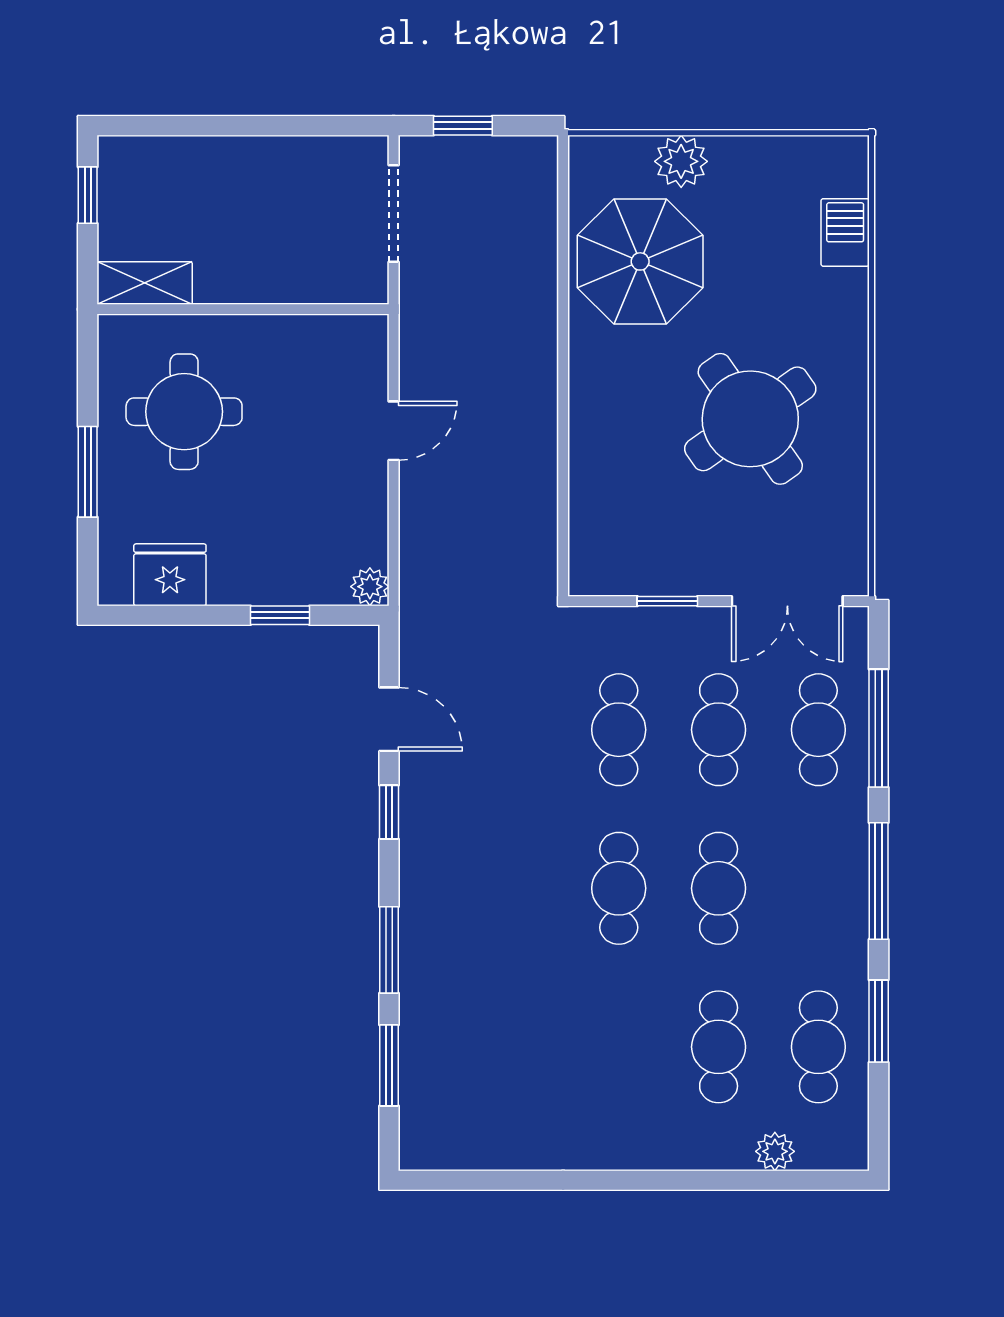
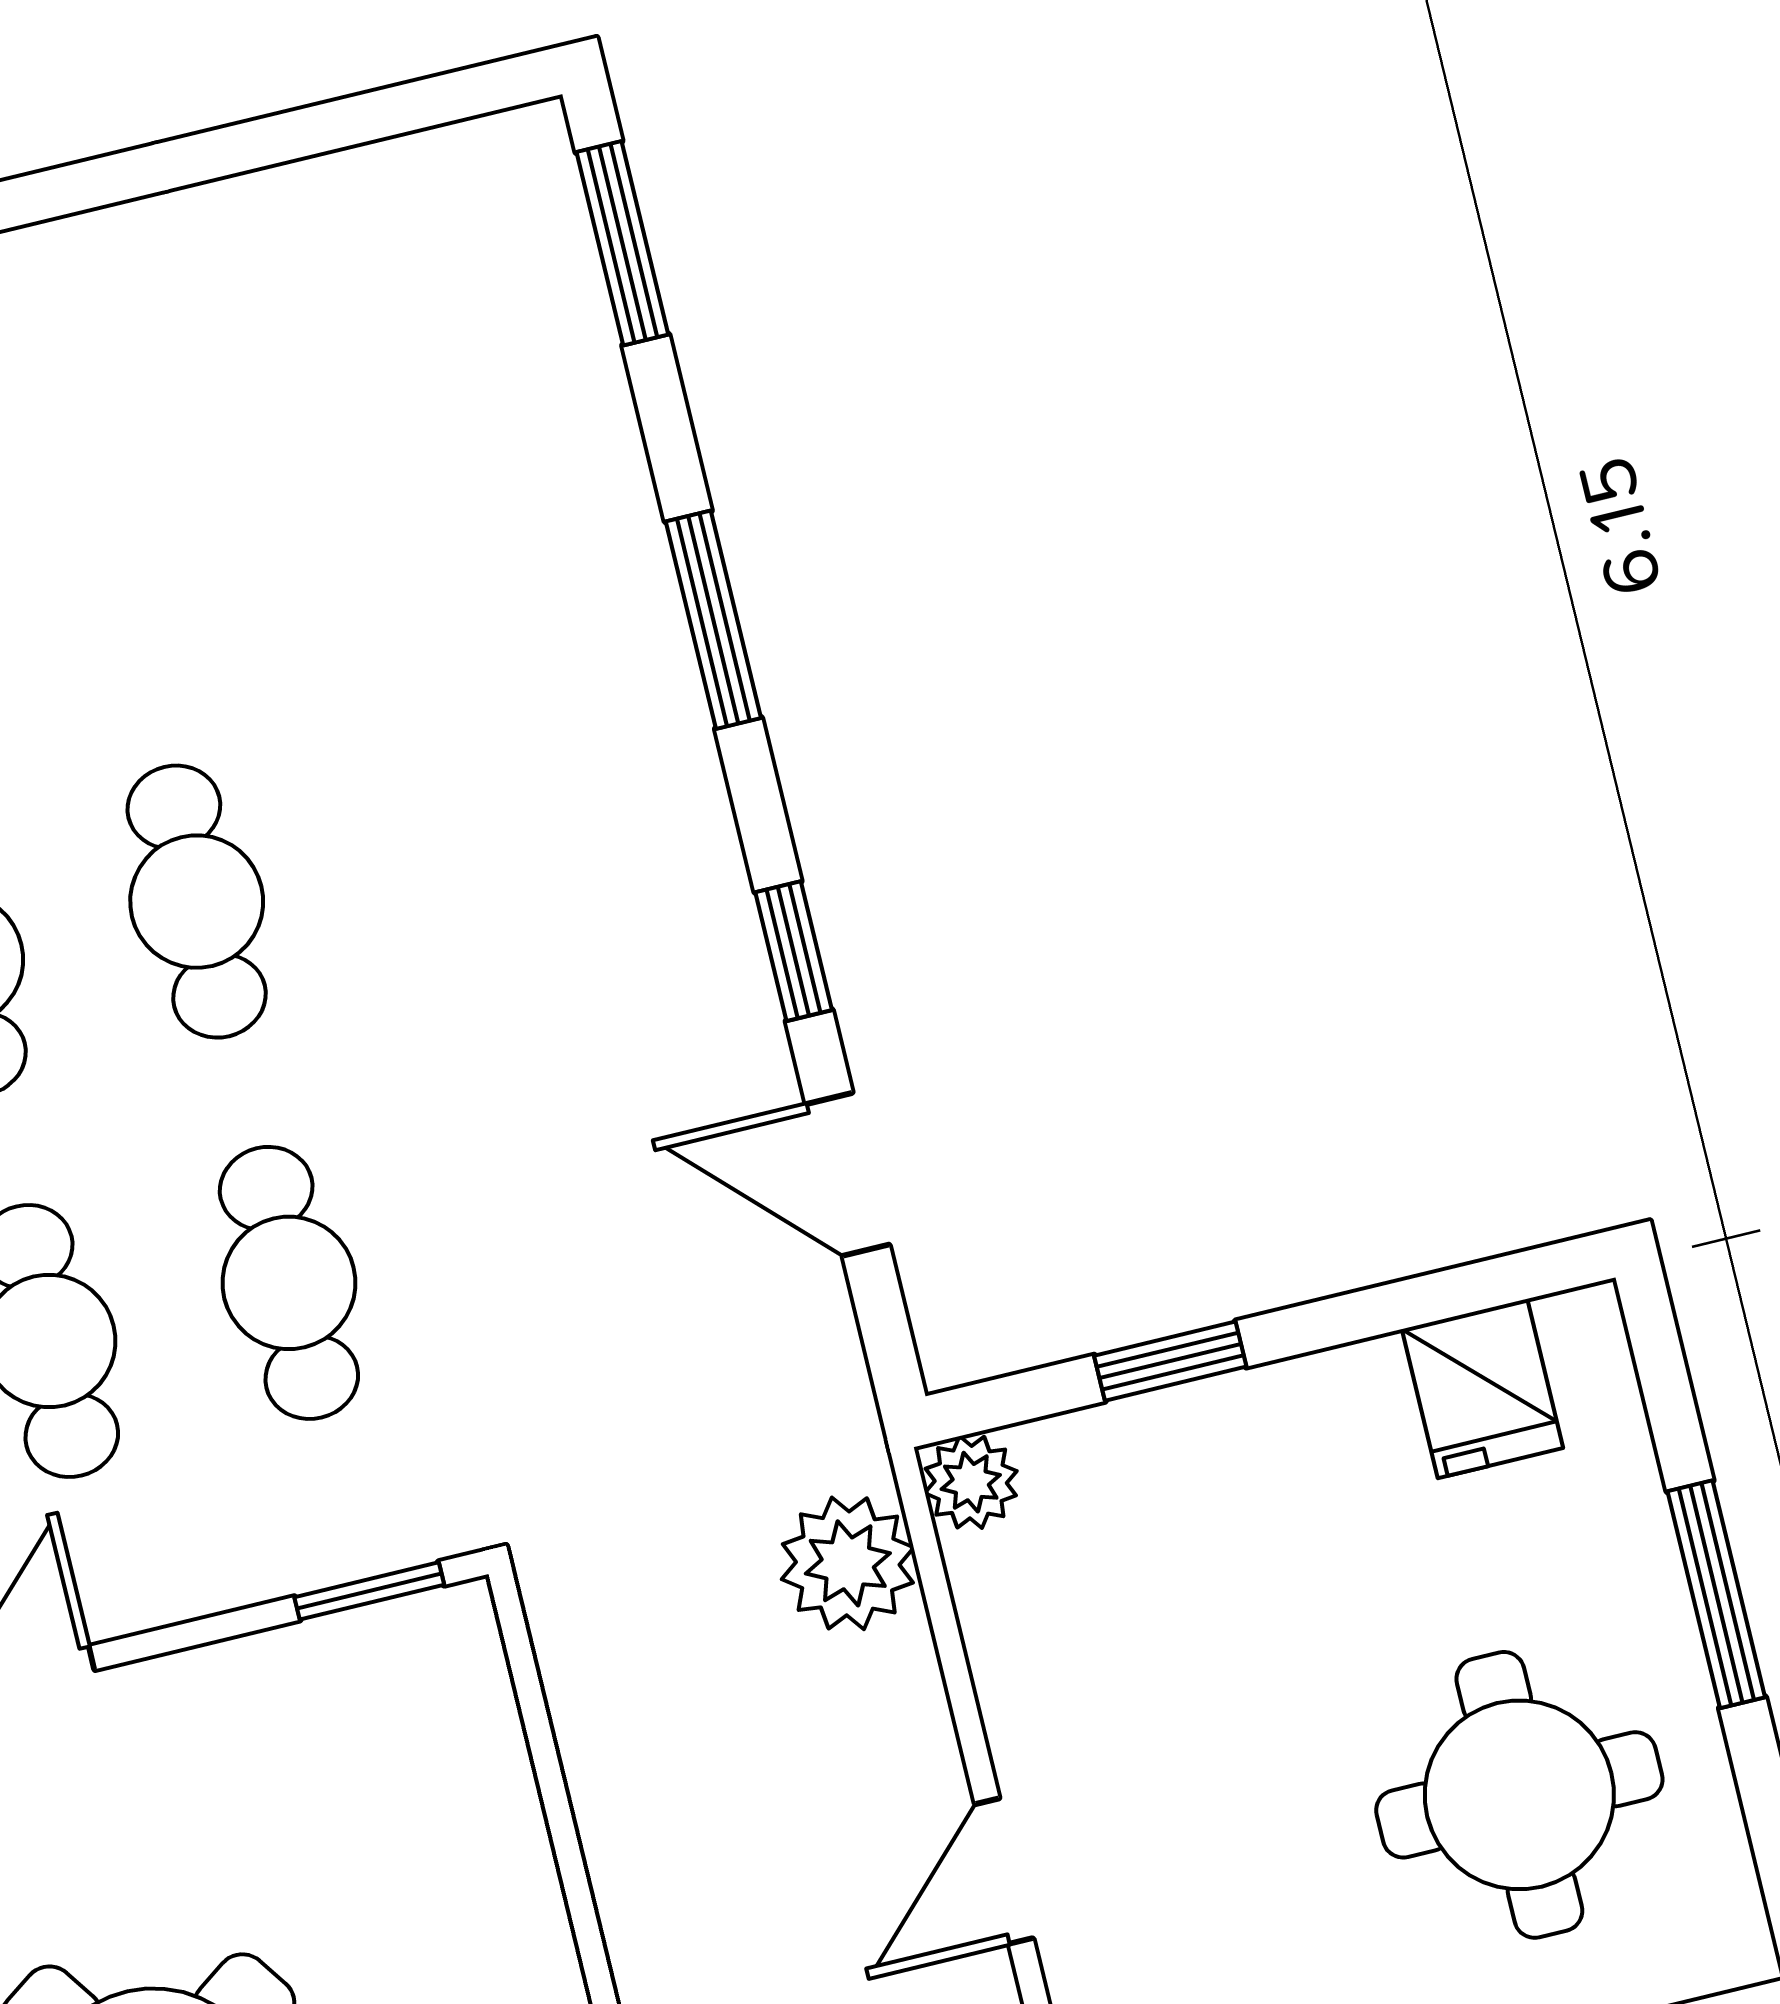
plant: (426, 566) -> (848, 1563), added
fridge: (170, 575) -> (1482, 1389), width x0.72
window: (667, 601) -> (369, 1591), moved
window: (389, 1065) -> (622, 243), moved

